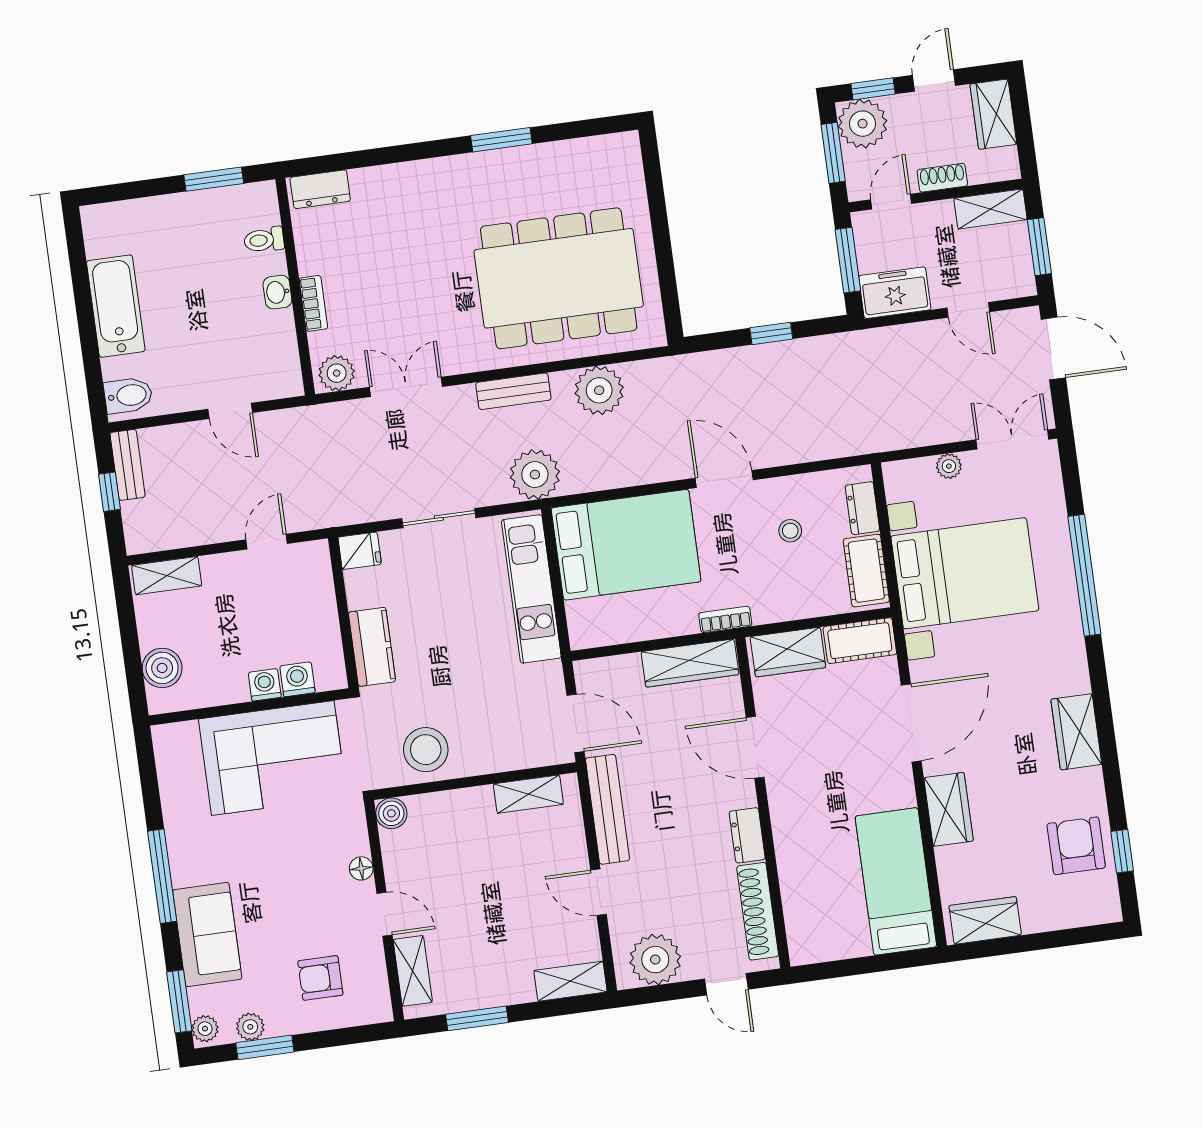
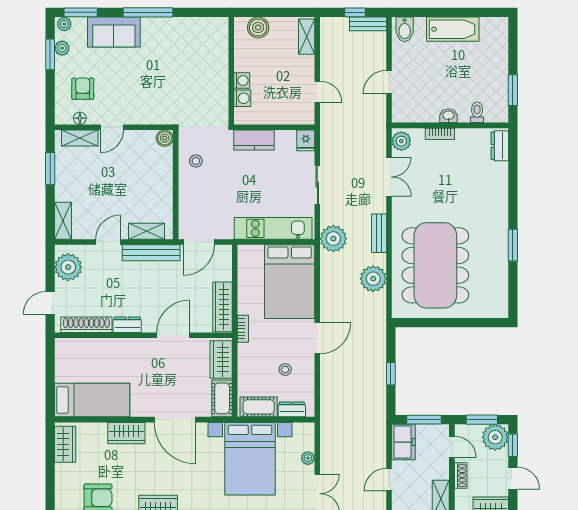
stool: (426, 750) -> (196, 161), width x0.53, depth x0.53
corner sofa: (273, 758) -> (202, 79), removed
shelving: (528, 794) -> (146, 231), moved, turned 90
floor lamp: (361, 868) -> (80, 118), moved

